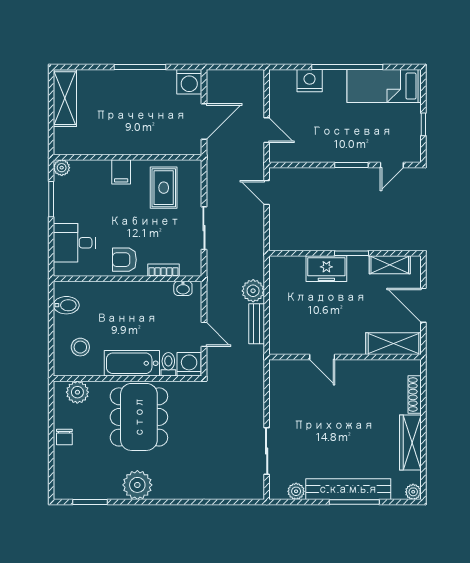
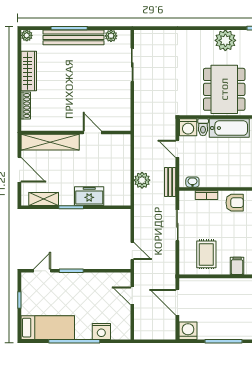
door: (204, 121) -> (177, 302), hinge flipped
bench: (257, 324) -> (170, 182), moved
shelving: (394, 344) -> (50, 142), width x1.47

